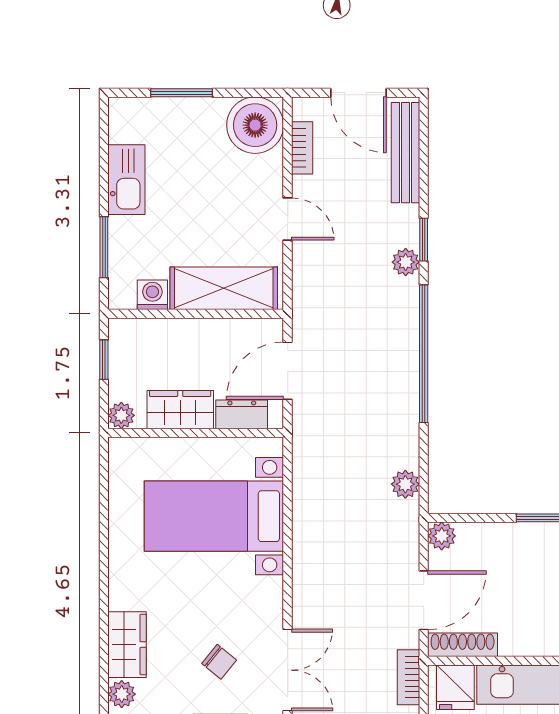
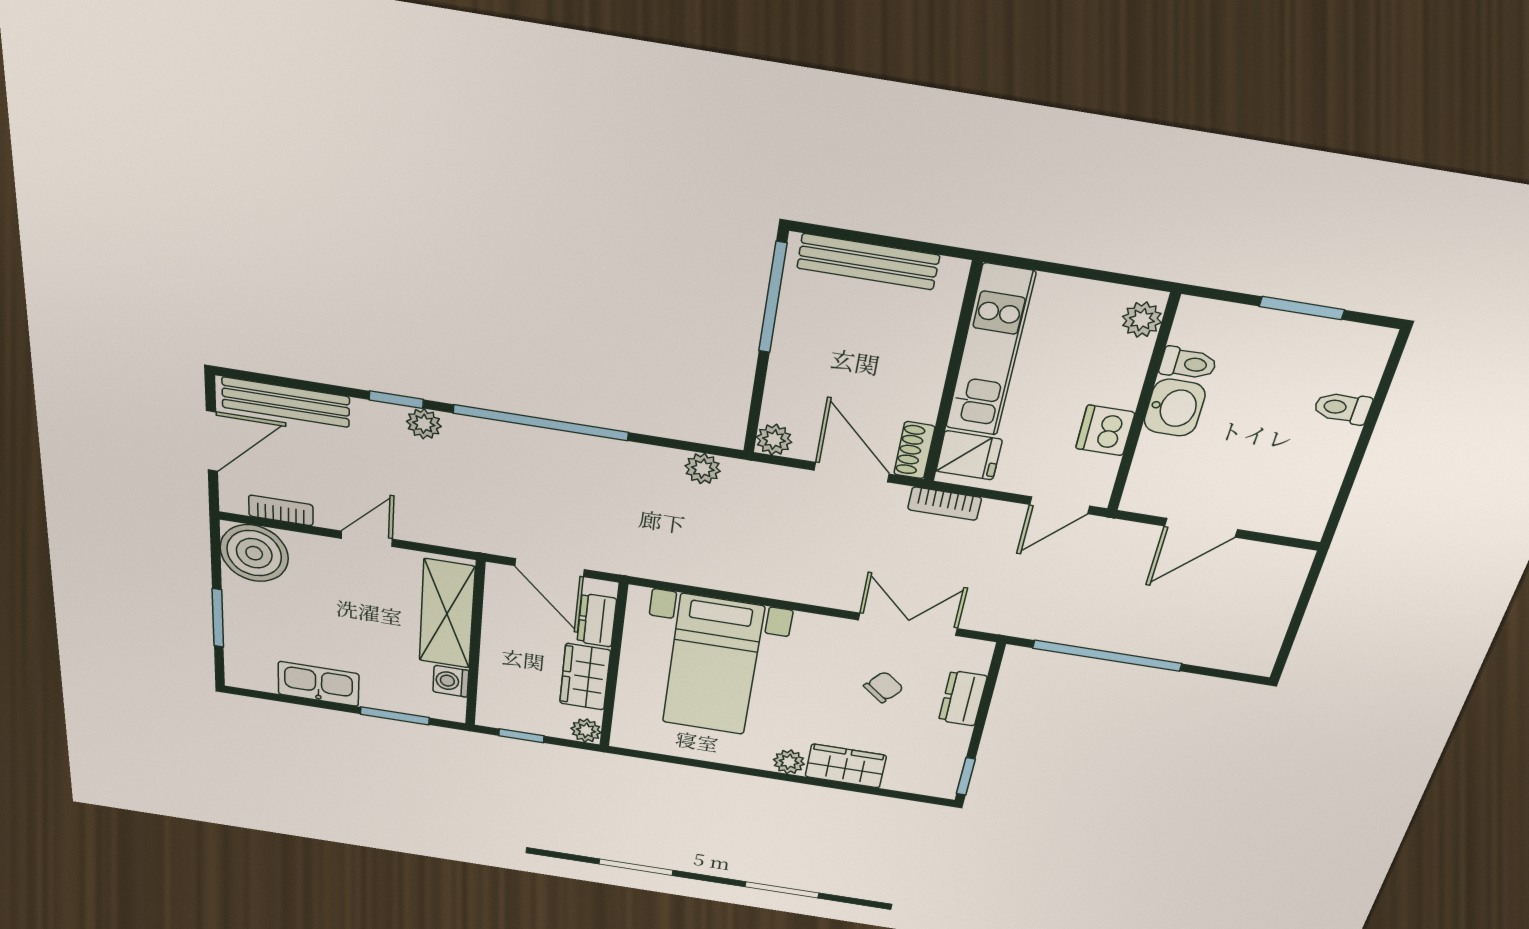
shoe rack: (463, 645) -> (914, 450), width x0.70
plant: (122, 694) -> (789, 762), moved

